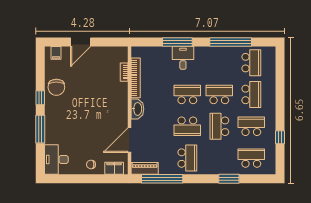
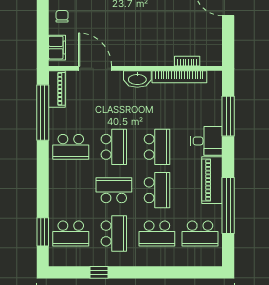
window: (177, 42) -> (228, 116), moved
piano: (212, 54) -> (212, 180), added
school desk: (187, 126) -> (114, 147), turned 180
school desk: (251, 158) -> (71, 233), turned 90
window: (229, 179) -> (43, 232), moved

